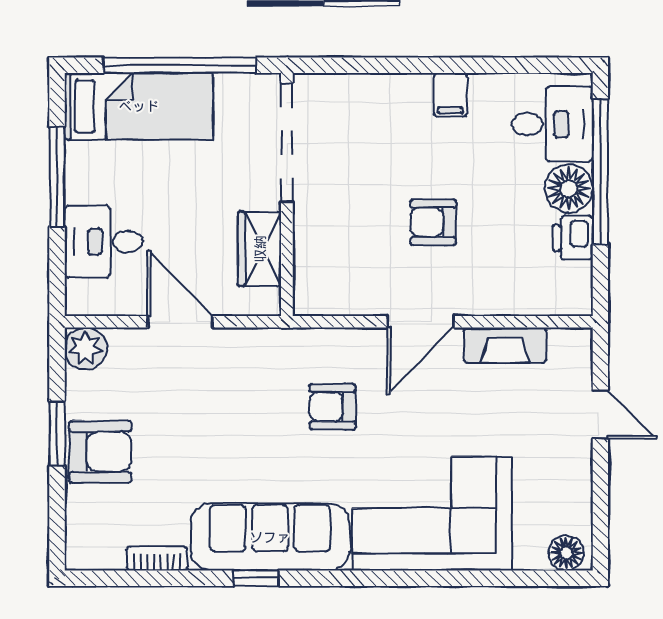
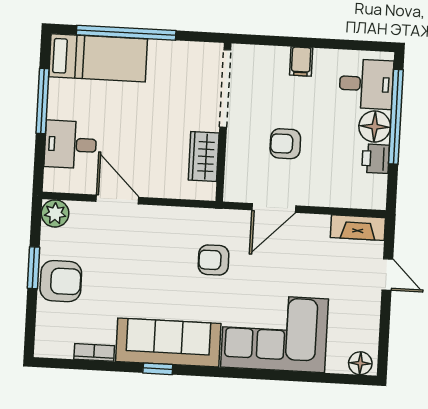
doorway: (287, 143) -> (225, 88), moved
wall: (287, 195) -> (223, 122), moved
wardrobe: (260, 249) -> (204, 157), moved
fireplace: (505, 345) -> (358, 228), moved

